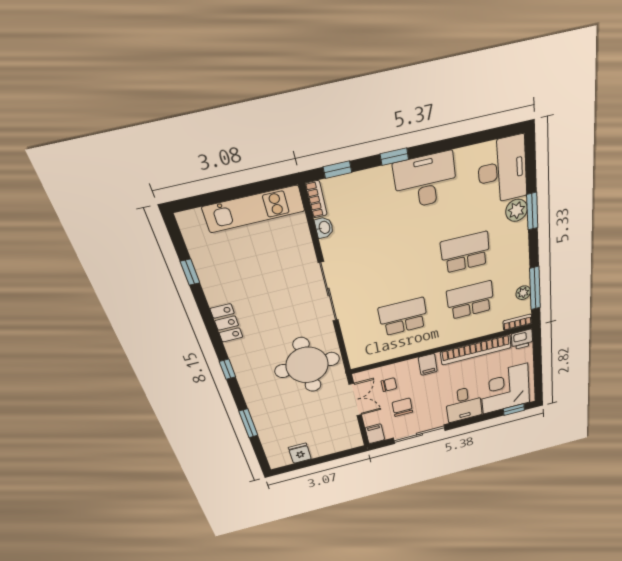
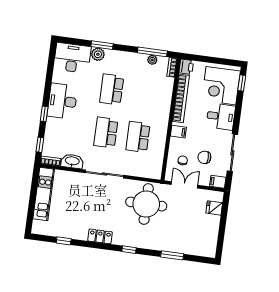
washbasin: (324, 228) -> (72, 161), width x1.91, depth x1.45
school desk: (470, 300) -> (106, 133), moved
fridge: (300, 453) -> (214, 208), moved

